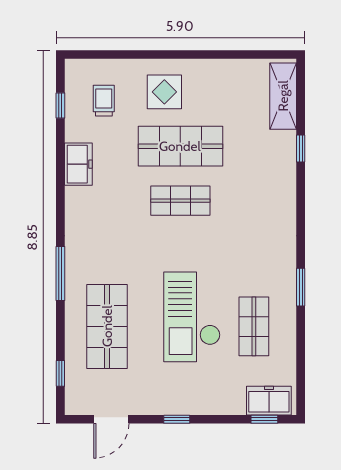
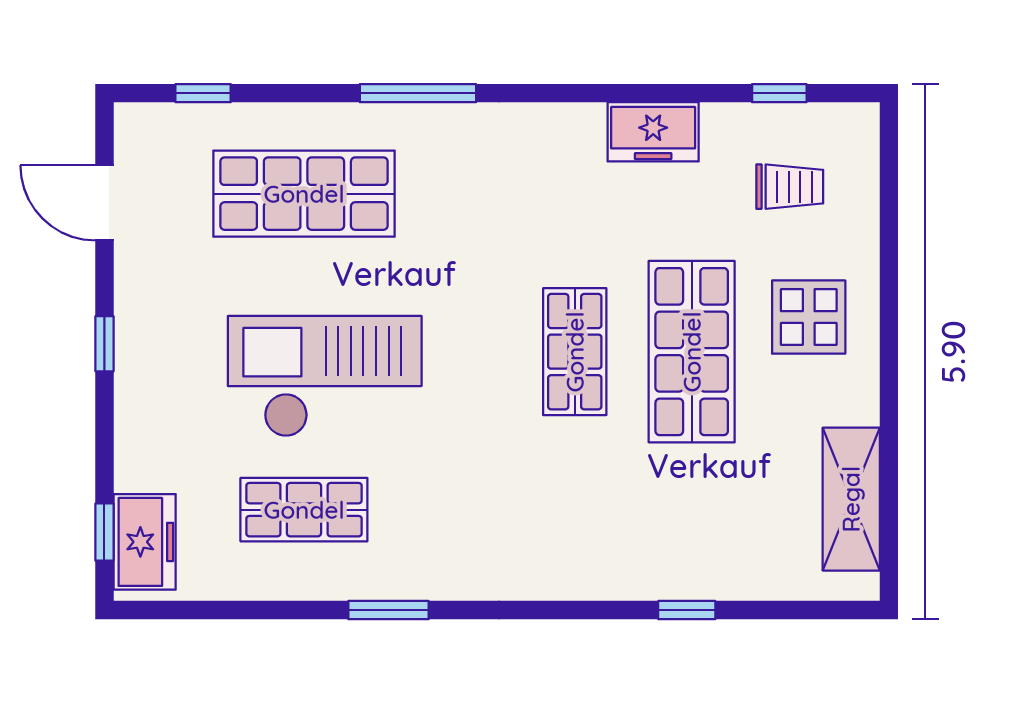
shelving: (283, 96) -> (851, 499), moved, turned 90

